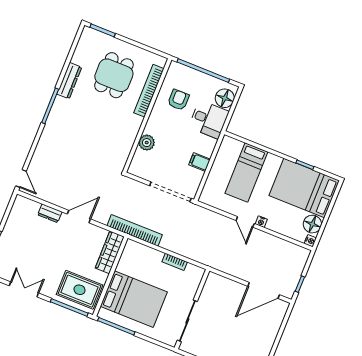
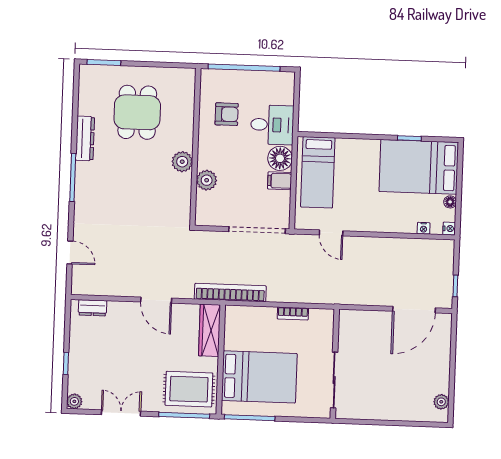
bookcase: (149, 91) -> (187, 116), removed
floor lamp: (225, 98) -> (280, 158), moved
armchair: (178, 100) -> (227, 114), turned 90
plant: (134, 123) -> (182, 162), added
bed: (246, 173) -> (318, 172), moved
door: (21, 179) -> (70, 252), moved
dresser: (50, 213) -> (92, 308), moved
door: (79, 217) -> (156, 300), swing flipped
door: (245, 222) -> (331, 233), moved
nightstand: (261, 222) -> (424, 228), moved
floor lamp: (312, 224) -> (450, 202), width x0.53, depth x0.53

